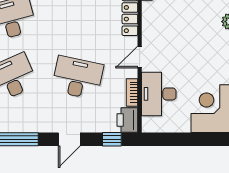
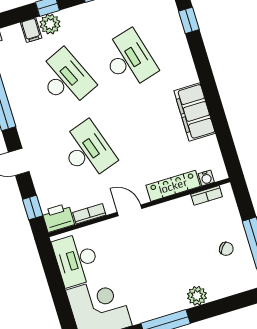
desk: (78, 78) -> (87, 151), turned -30
desk: (159, 94) -> (76, 260), moved, turned -90

